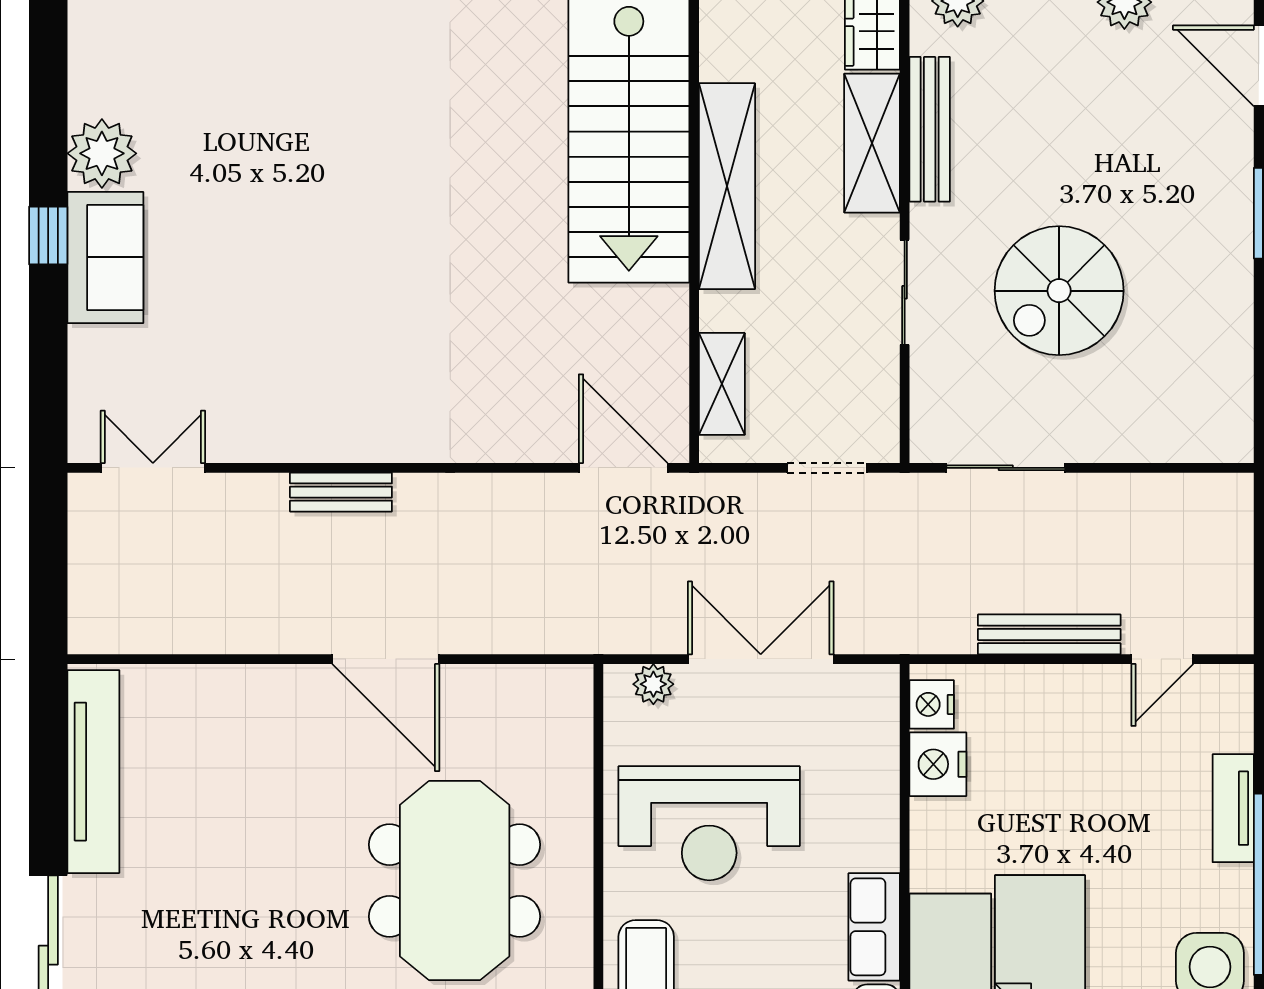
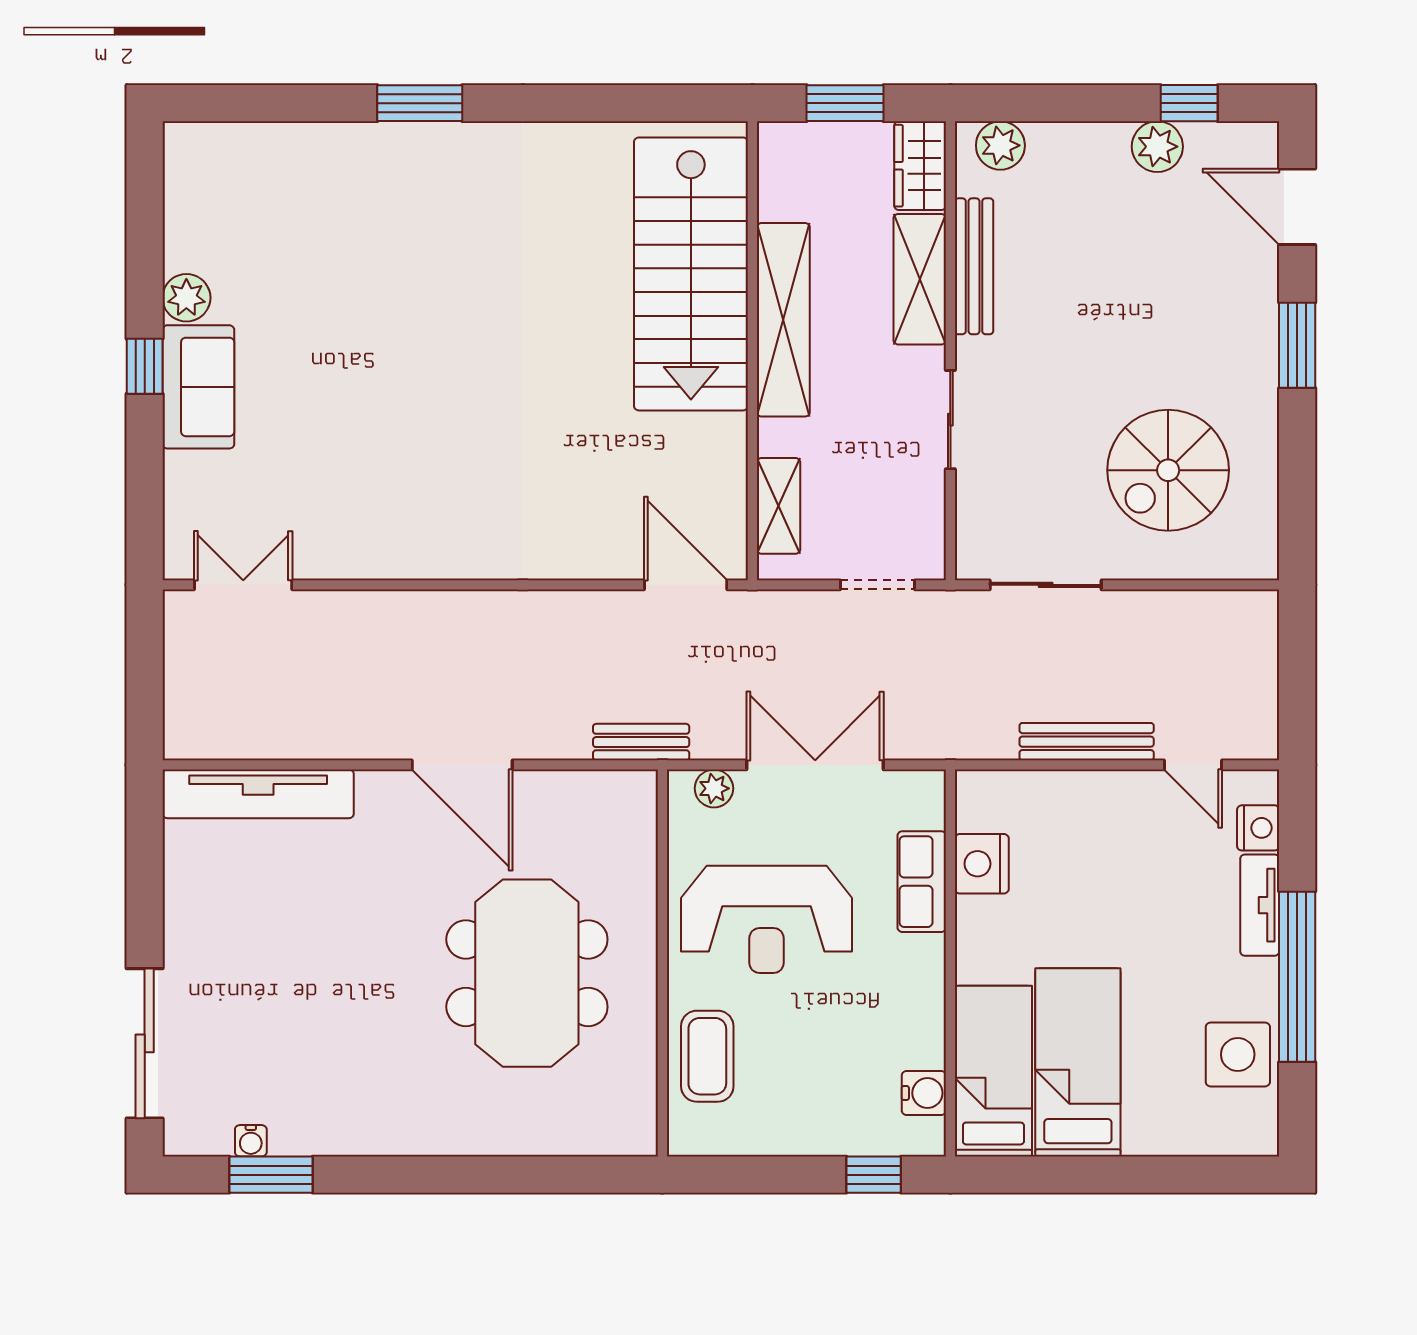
plant: (102, 153) -> (186, 298), width x0.73, depth x0.73
spiral stairs: (1059, 291) -> (1168, 470), moved
bench: (341, 492) -> (641, 742), moved
door: (1162, 659) -> (1193, 765), hinge flipped
nightstand: (932, 704) -> (1258, 828), moved, turned 180
tv unit: (93, 772) -> (258, 794), moved, turned 90
row of seats: (874, 927) -> (922, 882), moved

